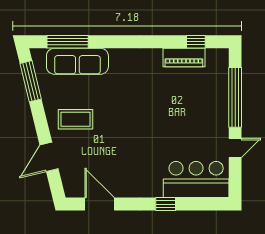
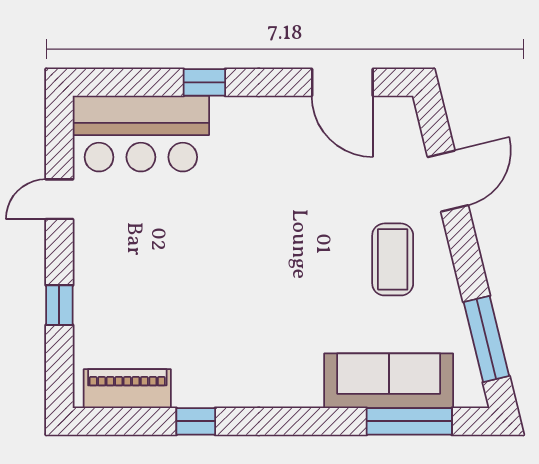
window: (196, 42) -> (196, 421), moved
piano: (184, 57) -> (127, 389), moved
window: (235, 97) -> (59, 305), width x0.32
coffee table: (76, 119) -> (393, 259), turned 90

